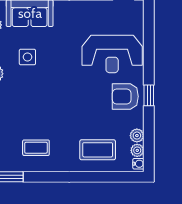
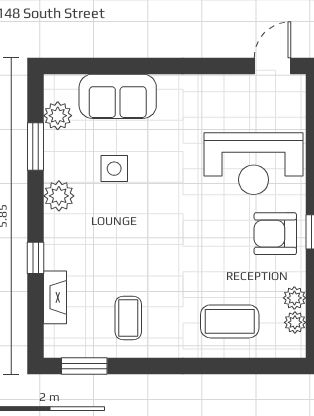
coffee table: (36, 148) -> (128, 318), turned 90
water cooler: (138, 164) -> (297, 344), removed

